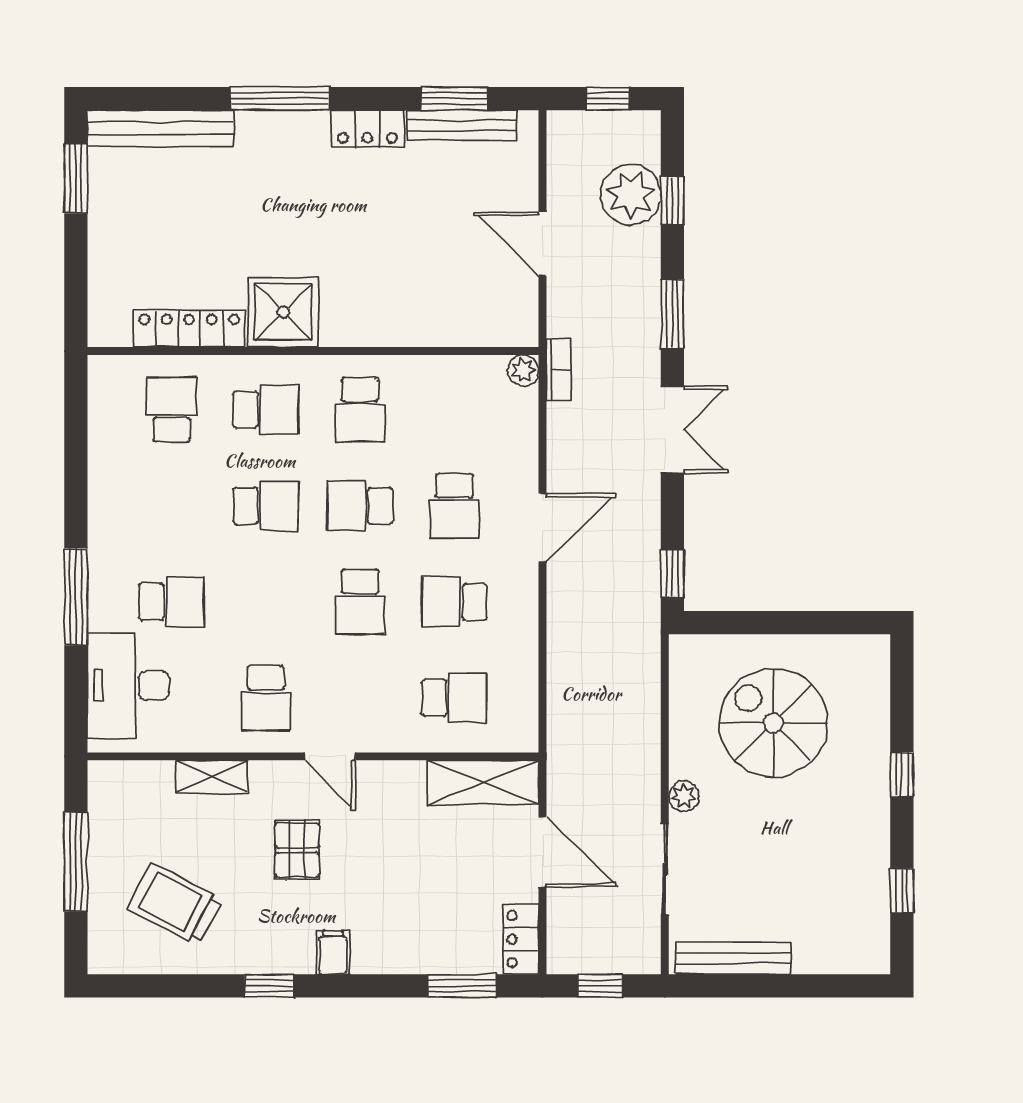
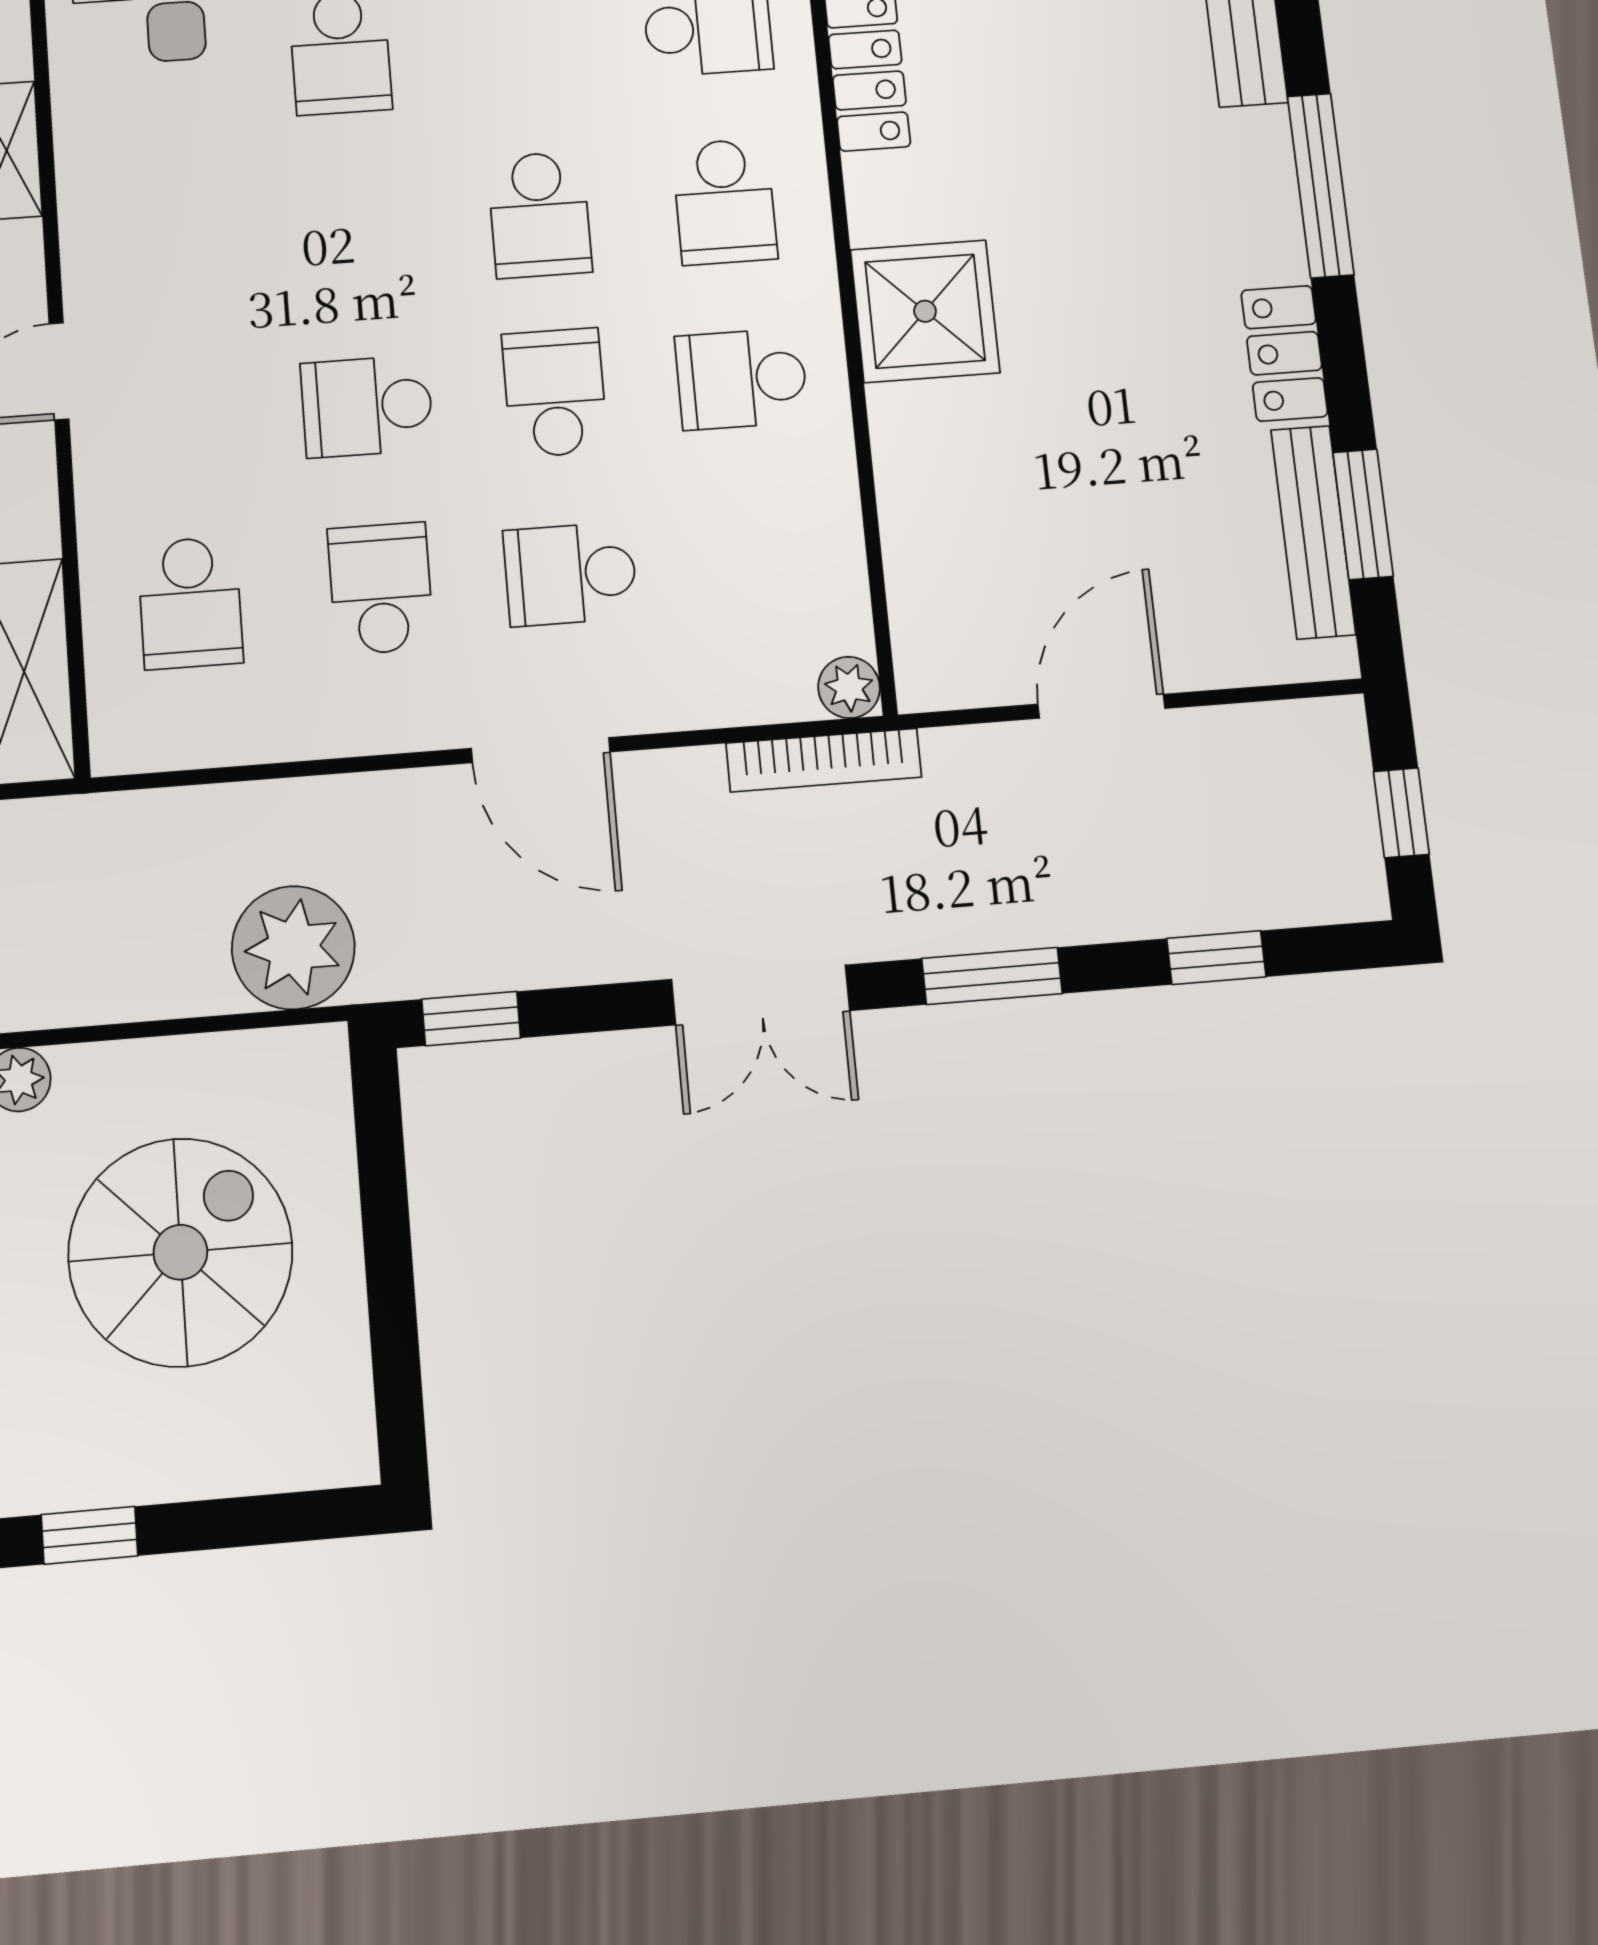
plant: (631, 195) -> (293, 948), moved
shower: (283, 312) -> (925, 311), moved
bookcase: (559, 369) -> (824, 760), width x1.56
school desk: (266, 698) -> (167, 241), removed

